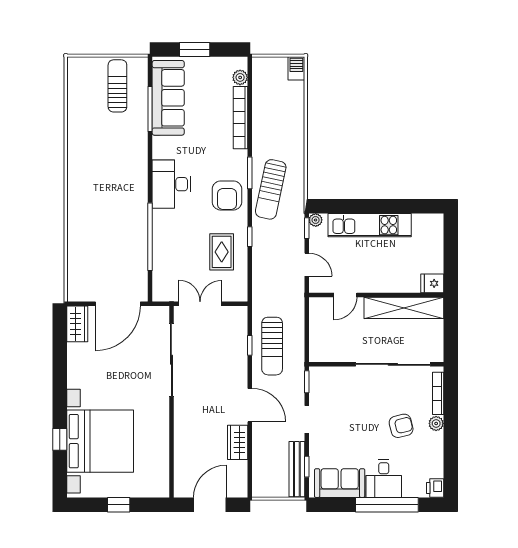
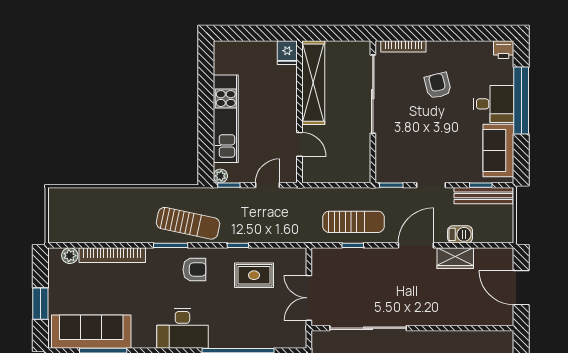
barbecue: (296, 68) -> (460, 234), moved, turned 180
armchair: (227, 195) -> (194, 269), width x0.72, depth x0.72
plant: (436, 423) -> (435, 49), removed

